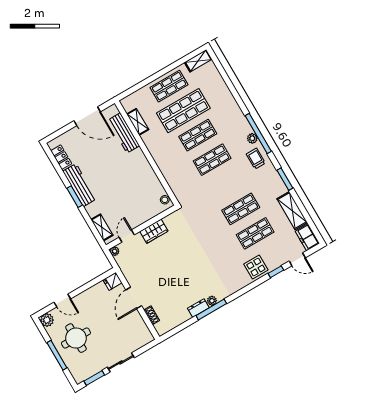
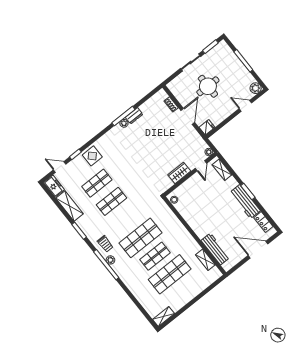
shop shelf: (169, 86) -> (184, 293), removed
door: (87, 116) -> (258, 250), moved
shop shelf: (212, 160) -> (141, 238), width x1.43, depth x1.36
round table: (76, 338) -> (208, 86), moved

